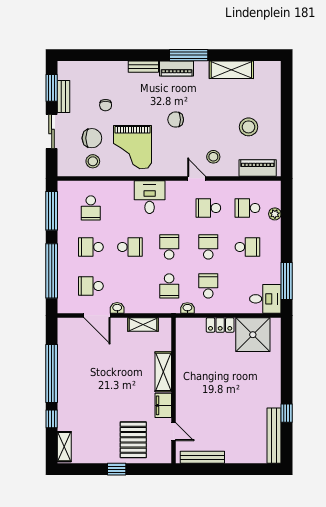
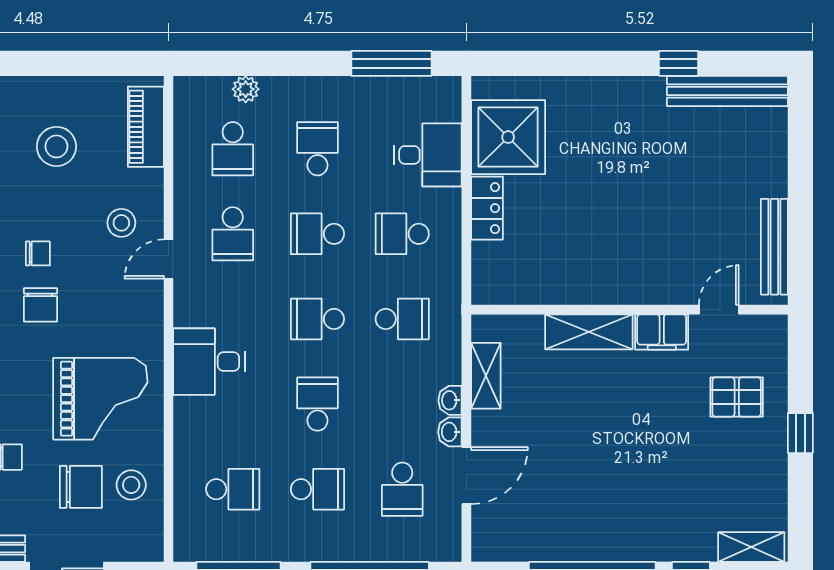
chair: (199, 118) -> (38, 253), added
chair: (92, 138) -> (81, 487), turned 90
school desk: (91, 247) -> (317, 489), turned -90
desk: (265, 299) -> (428, 155), moved, turned 90
washbasin: (187, 308) -> (450, 400), moved
pallet: (133, 440) -> (737, 397), width x0.67, depth x0.71

